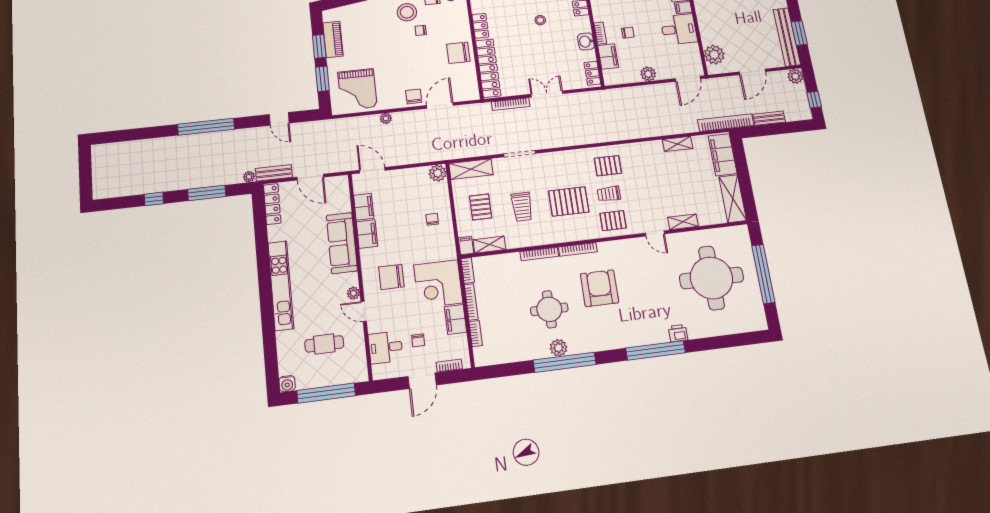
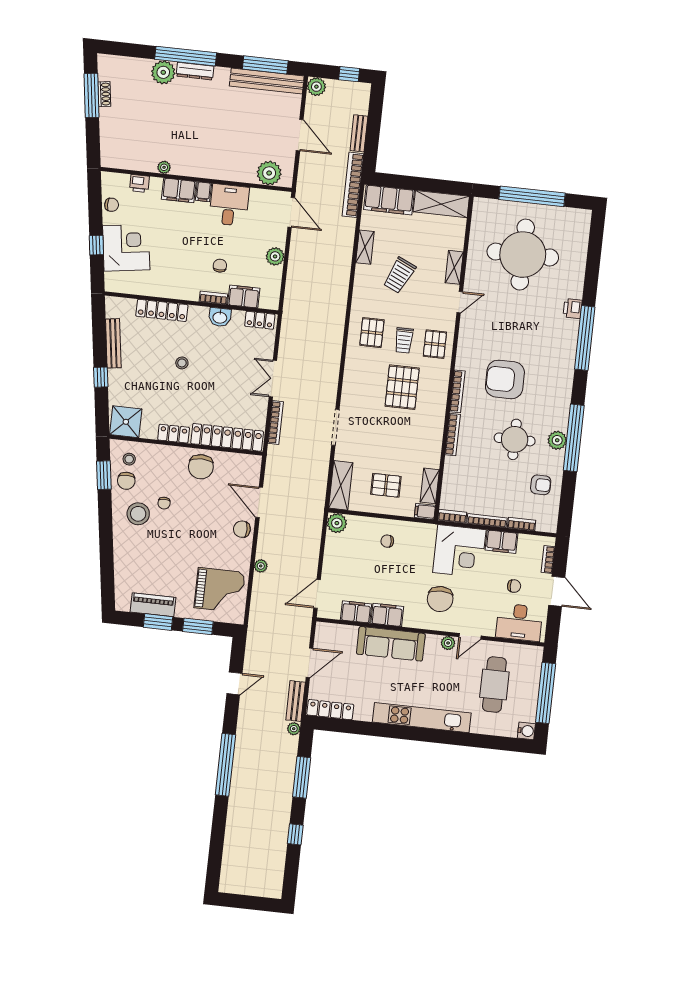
window: (799, 33) -> (265, 65), width x1.44
trolley: (522, 207) -> (399, 275), moved, turned 115
armchair: (515, 342) -> (541, 485), added
cafe table: (324, 344) -> (494, 685), width x1.37, depth x1.35
desk: (386, 347) -> (519, 622), width x1.37

